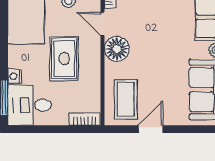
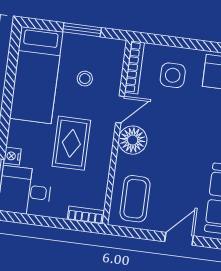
door: (103, 24) -> (120, 109), swing flipped
door: (151, 129) -> (179, 239), moved

